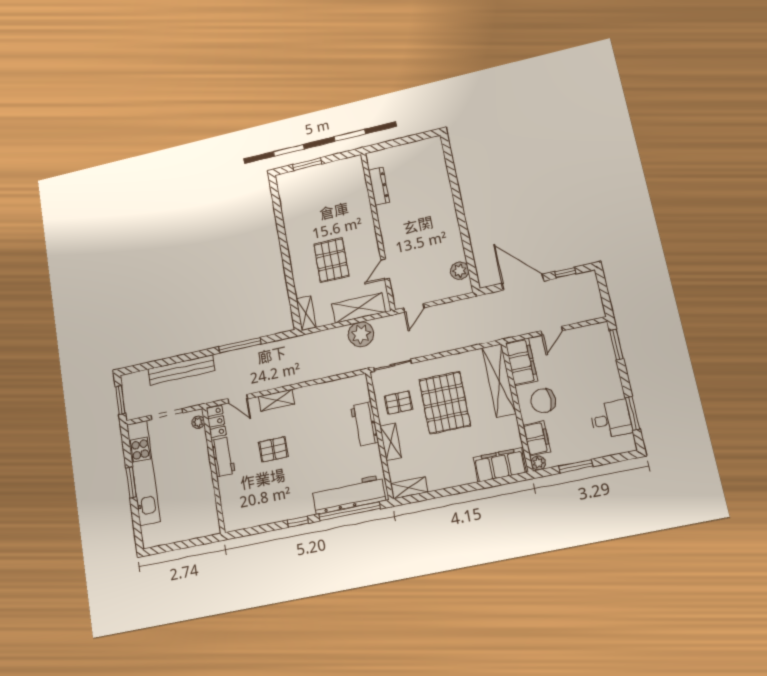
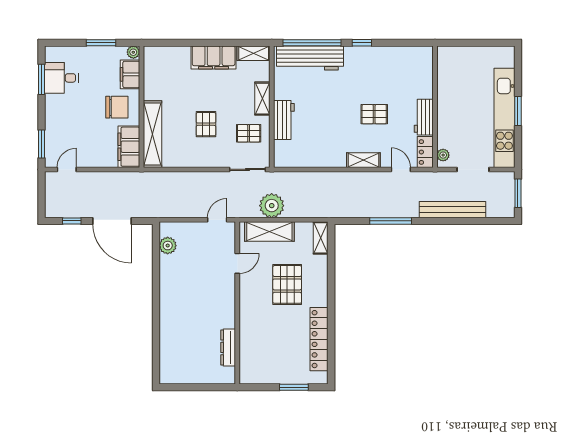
locker: (291, 215) -> (319, 339), added
door: (552, 331) -> (67, 169), moved
pallet: (445, 403) -> (206, 124), width x0.49, depth x0.50
filing cabinet: (500, 465) -> (214, 57), moved

